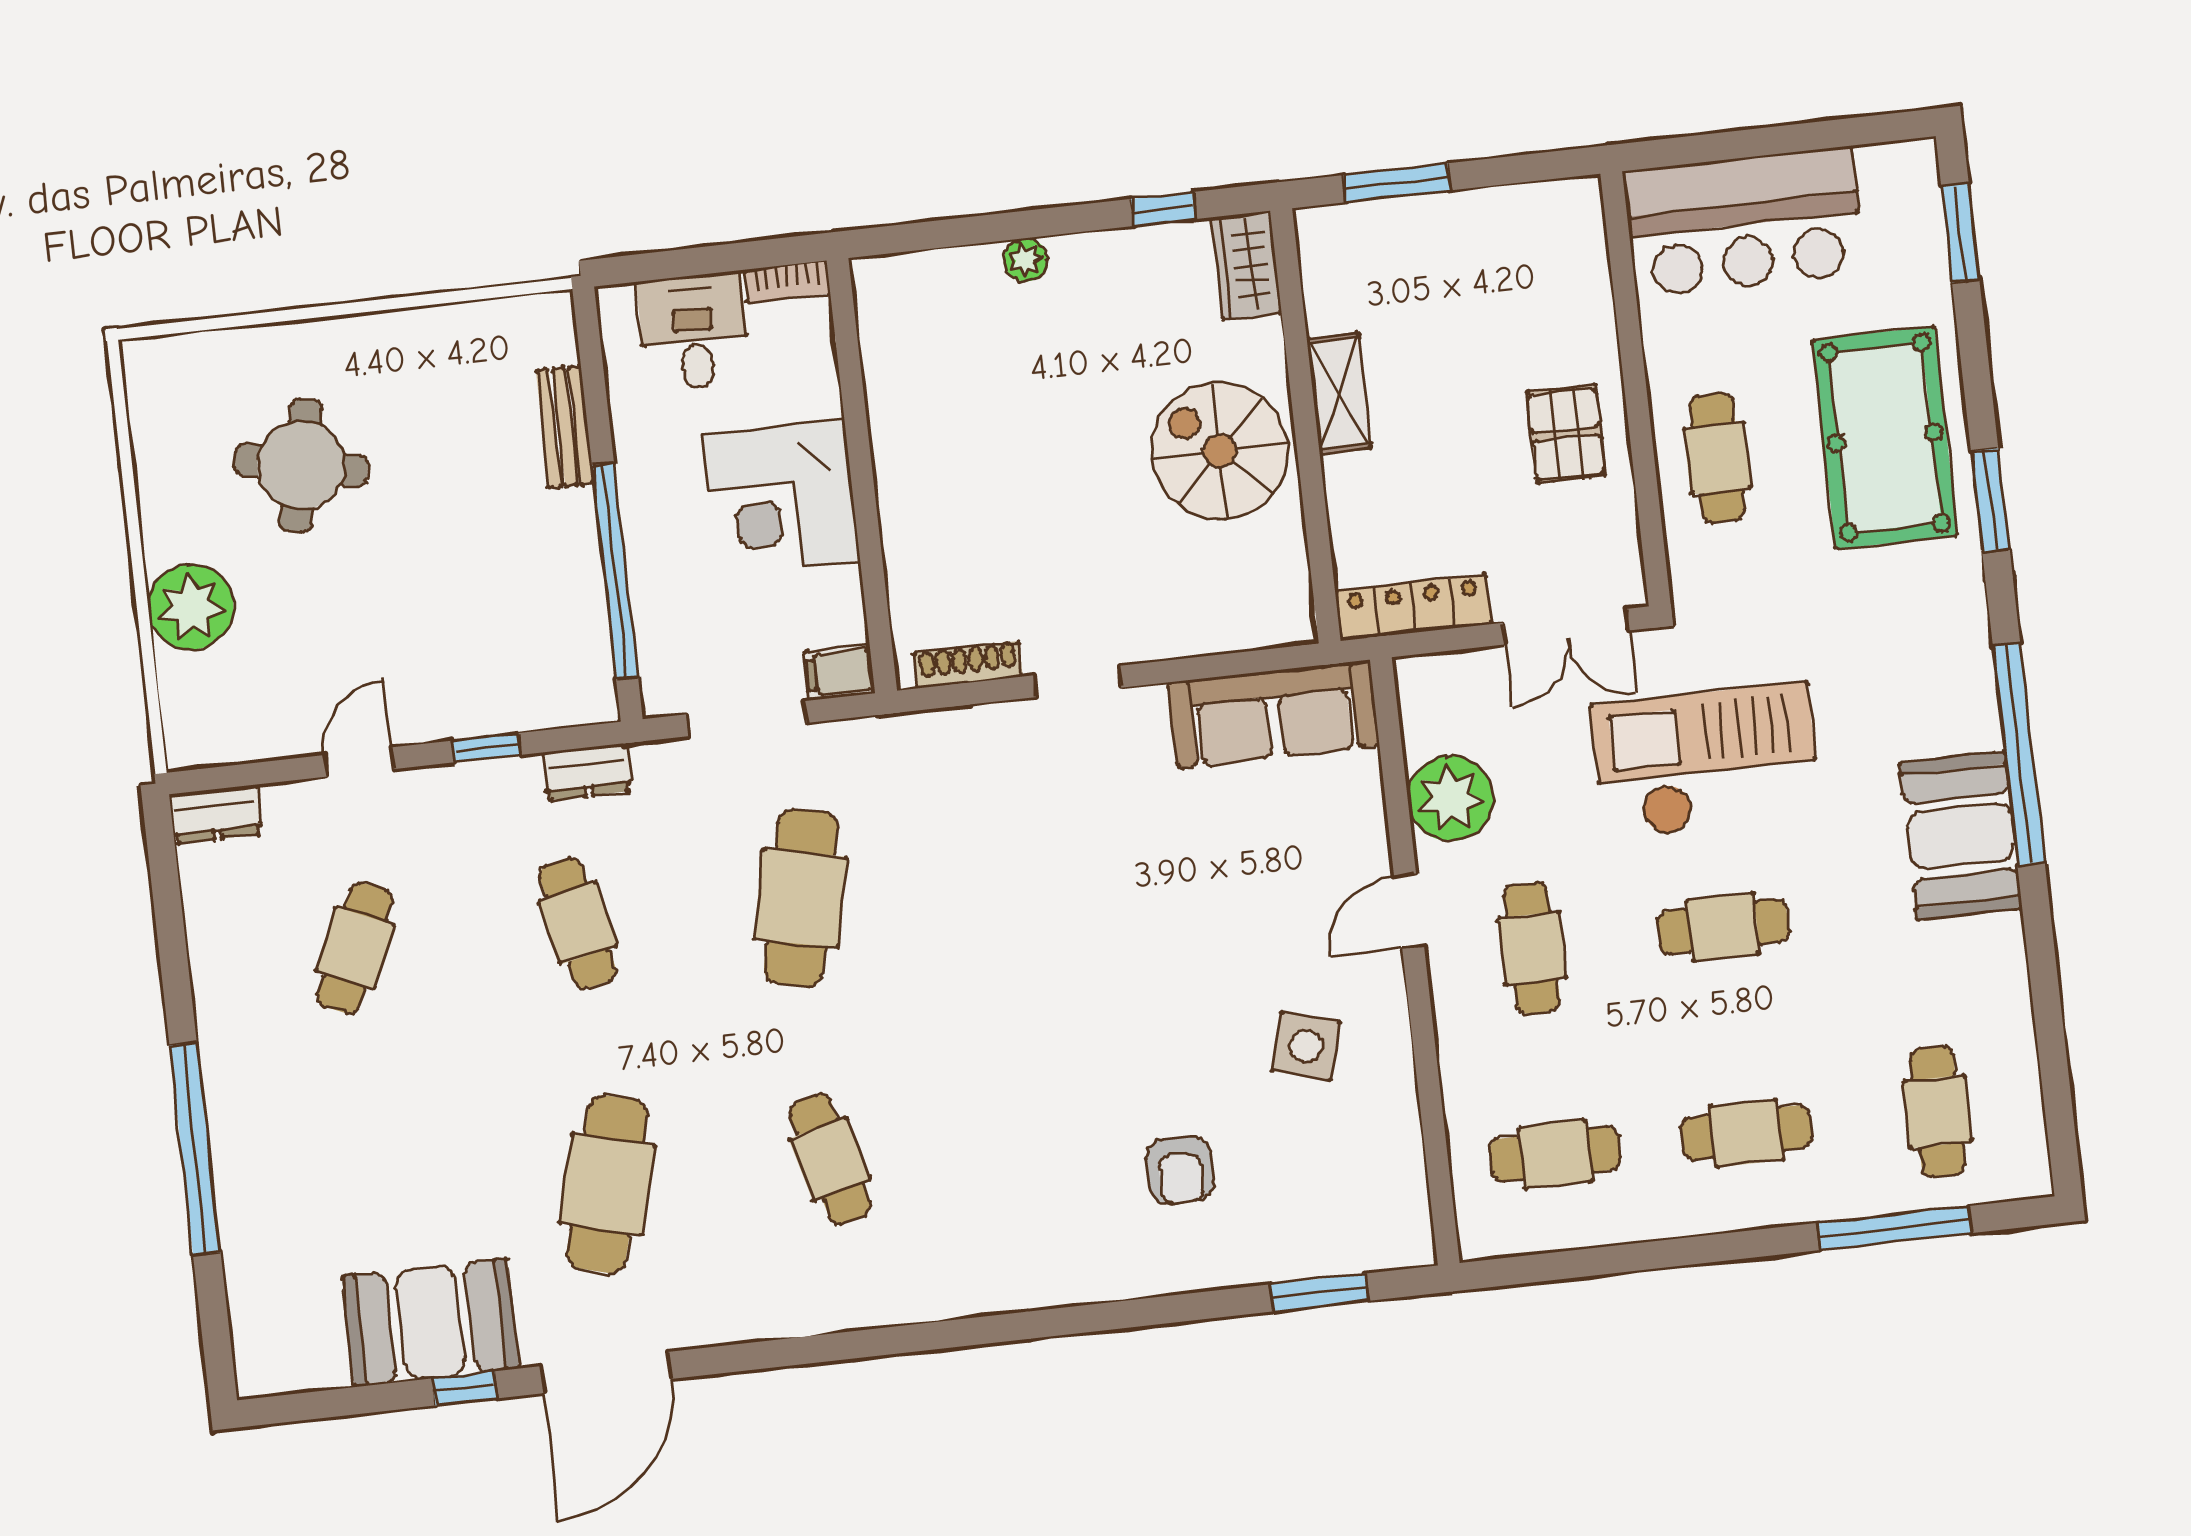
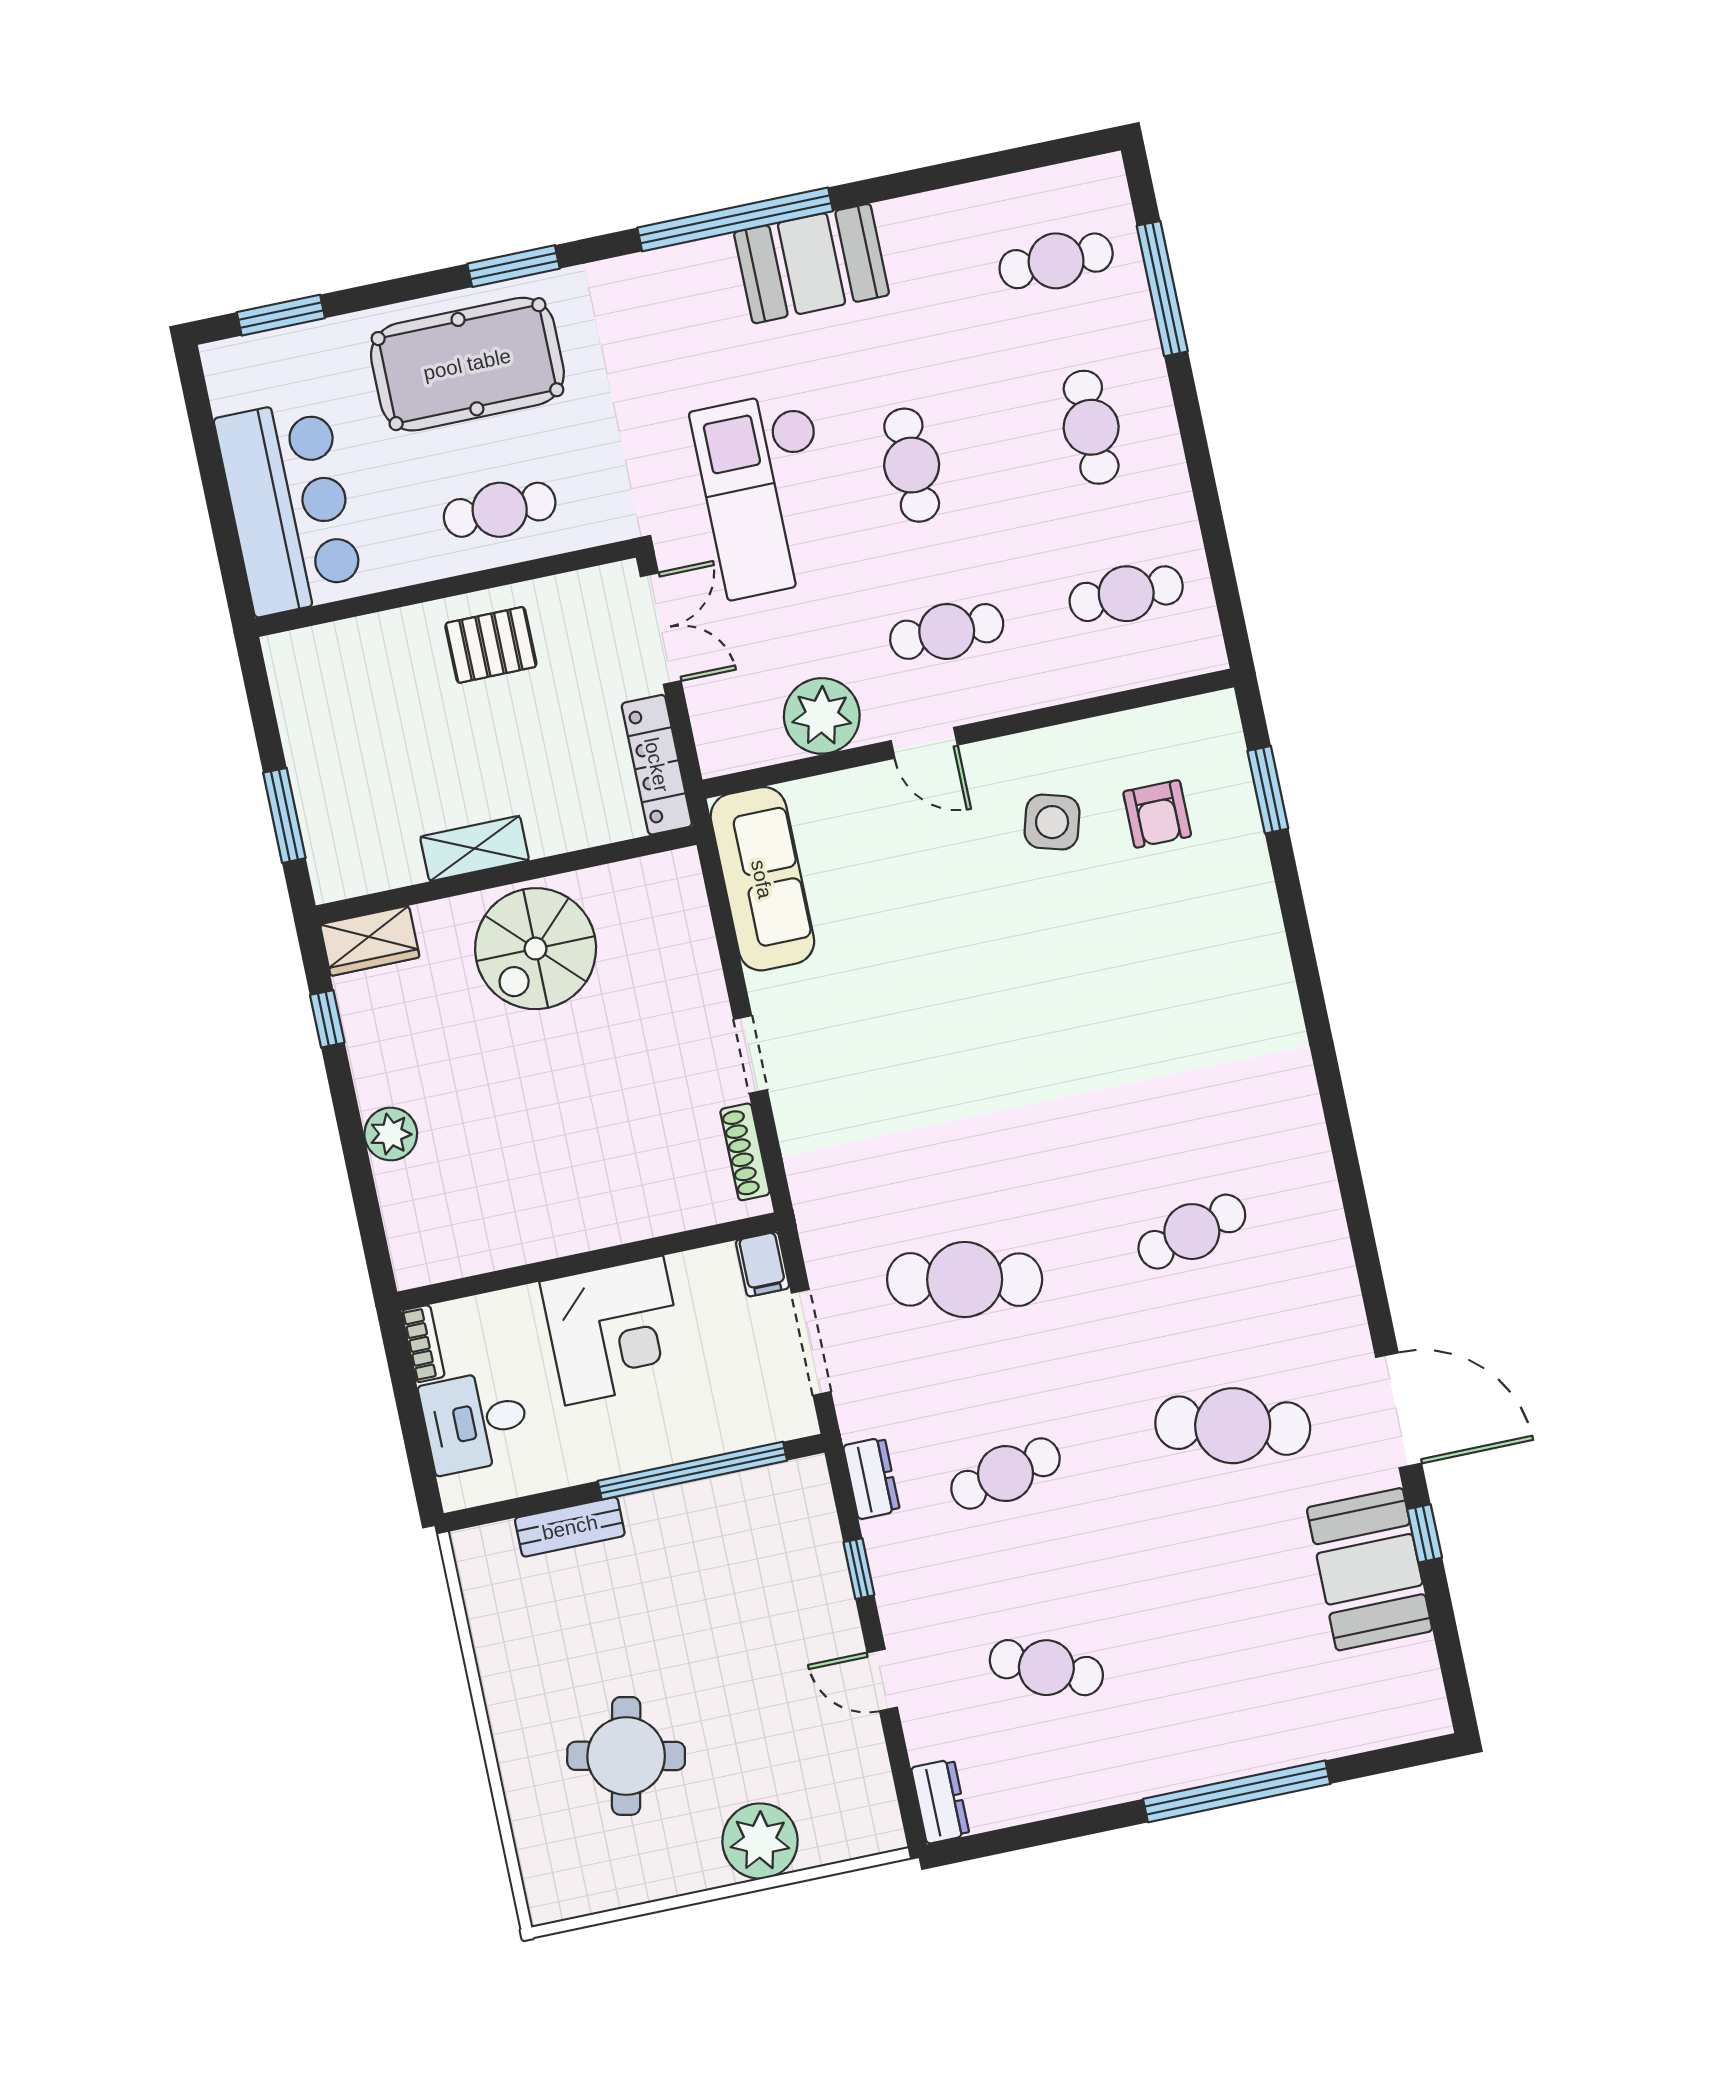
plant: (1026, 260) -> (391, 1134), width x1.38, depth x1.38
cafe table: (1555, 1154) -> (1126, 594), turned 90
armchair: (1180, 1170) -> (1157, 814), moved, turned 90

